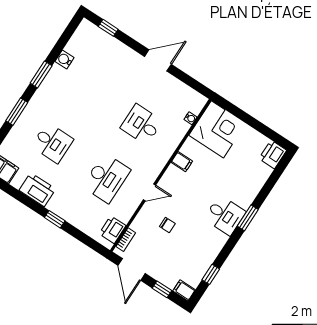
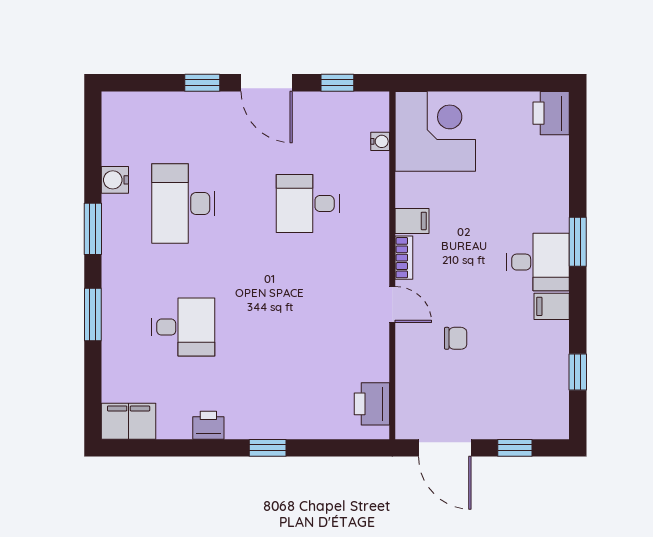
window: (108, 28) -> (202, 83), moved
door: (158, 60) -> (267, 83), swing flipped
window: (189, 81) -> (337, 83), added
desk: (106, 178) -> (183, 203), moved, turned 180
printer: (37, 190) -> (208, 425), width x0.53, depth x0.68
door: (150, 192) -> (392, 304), hinge flipped
bookcase: (126, 240) -> (404, 258), moved
filing cabinet: (184, 290) -> (552, 306), moved

